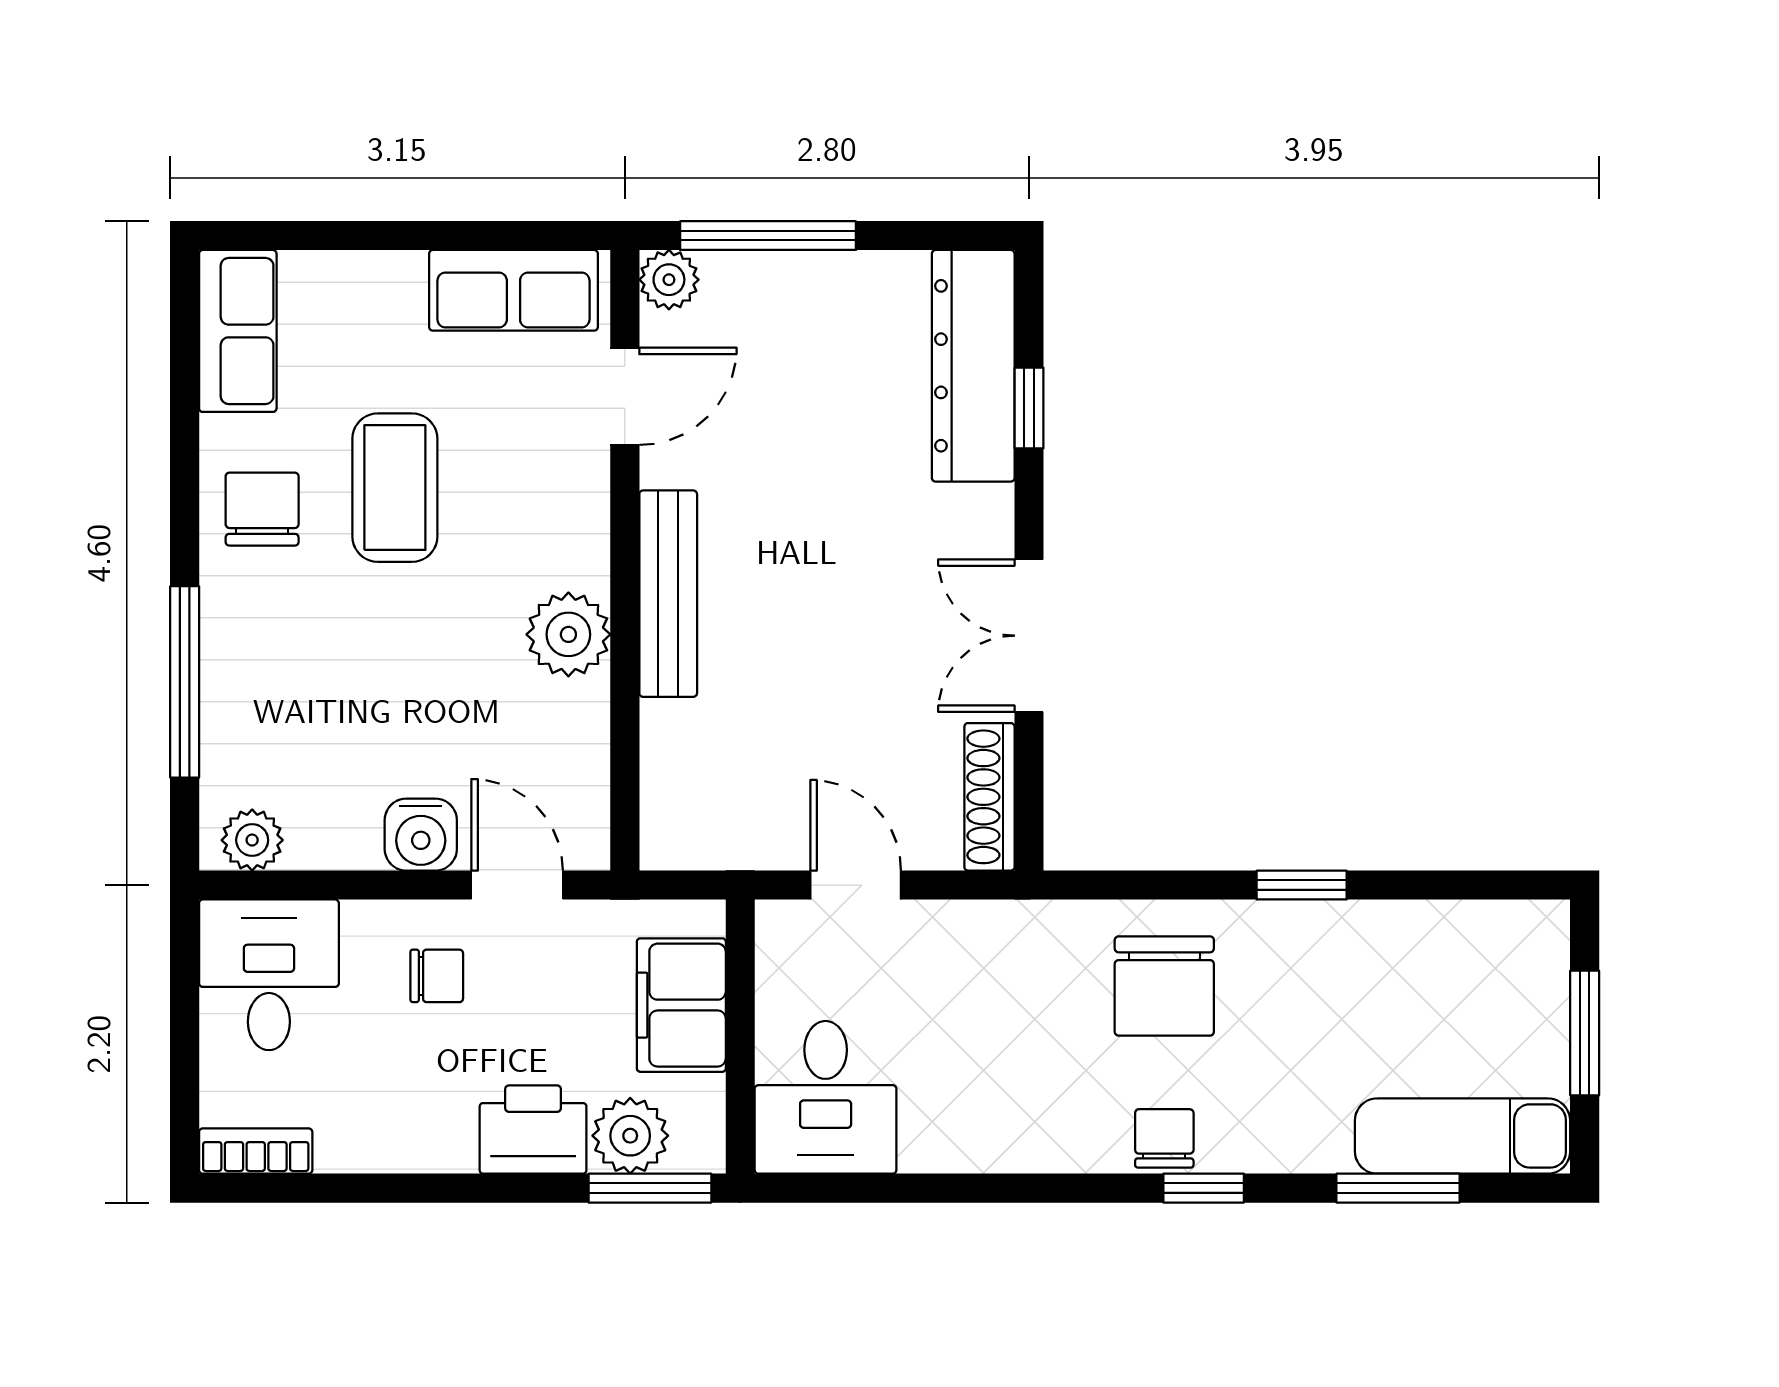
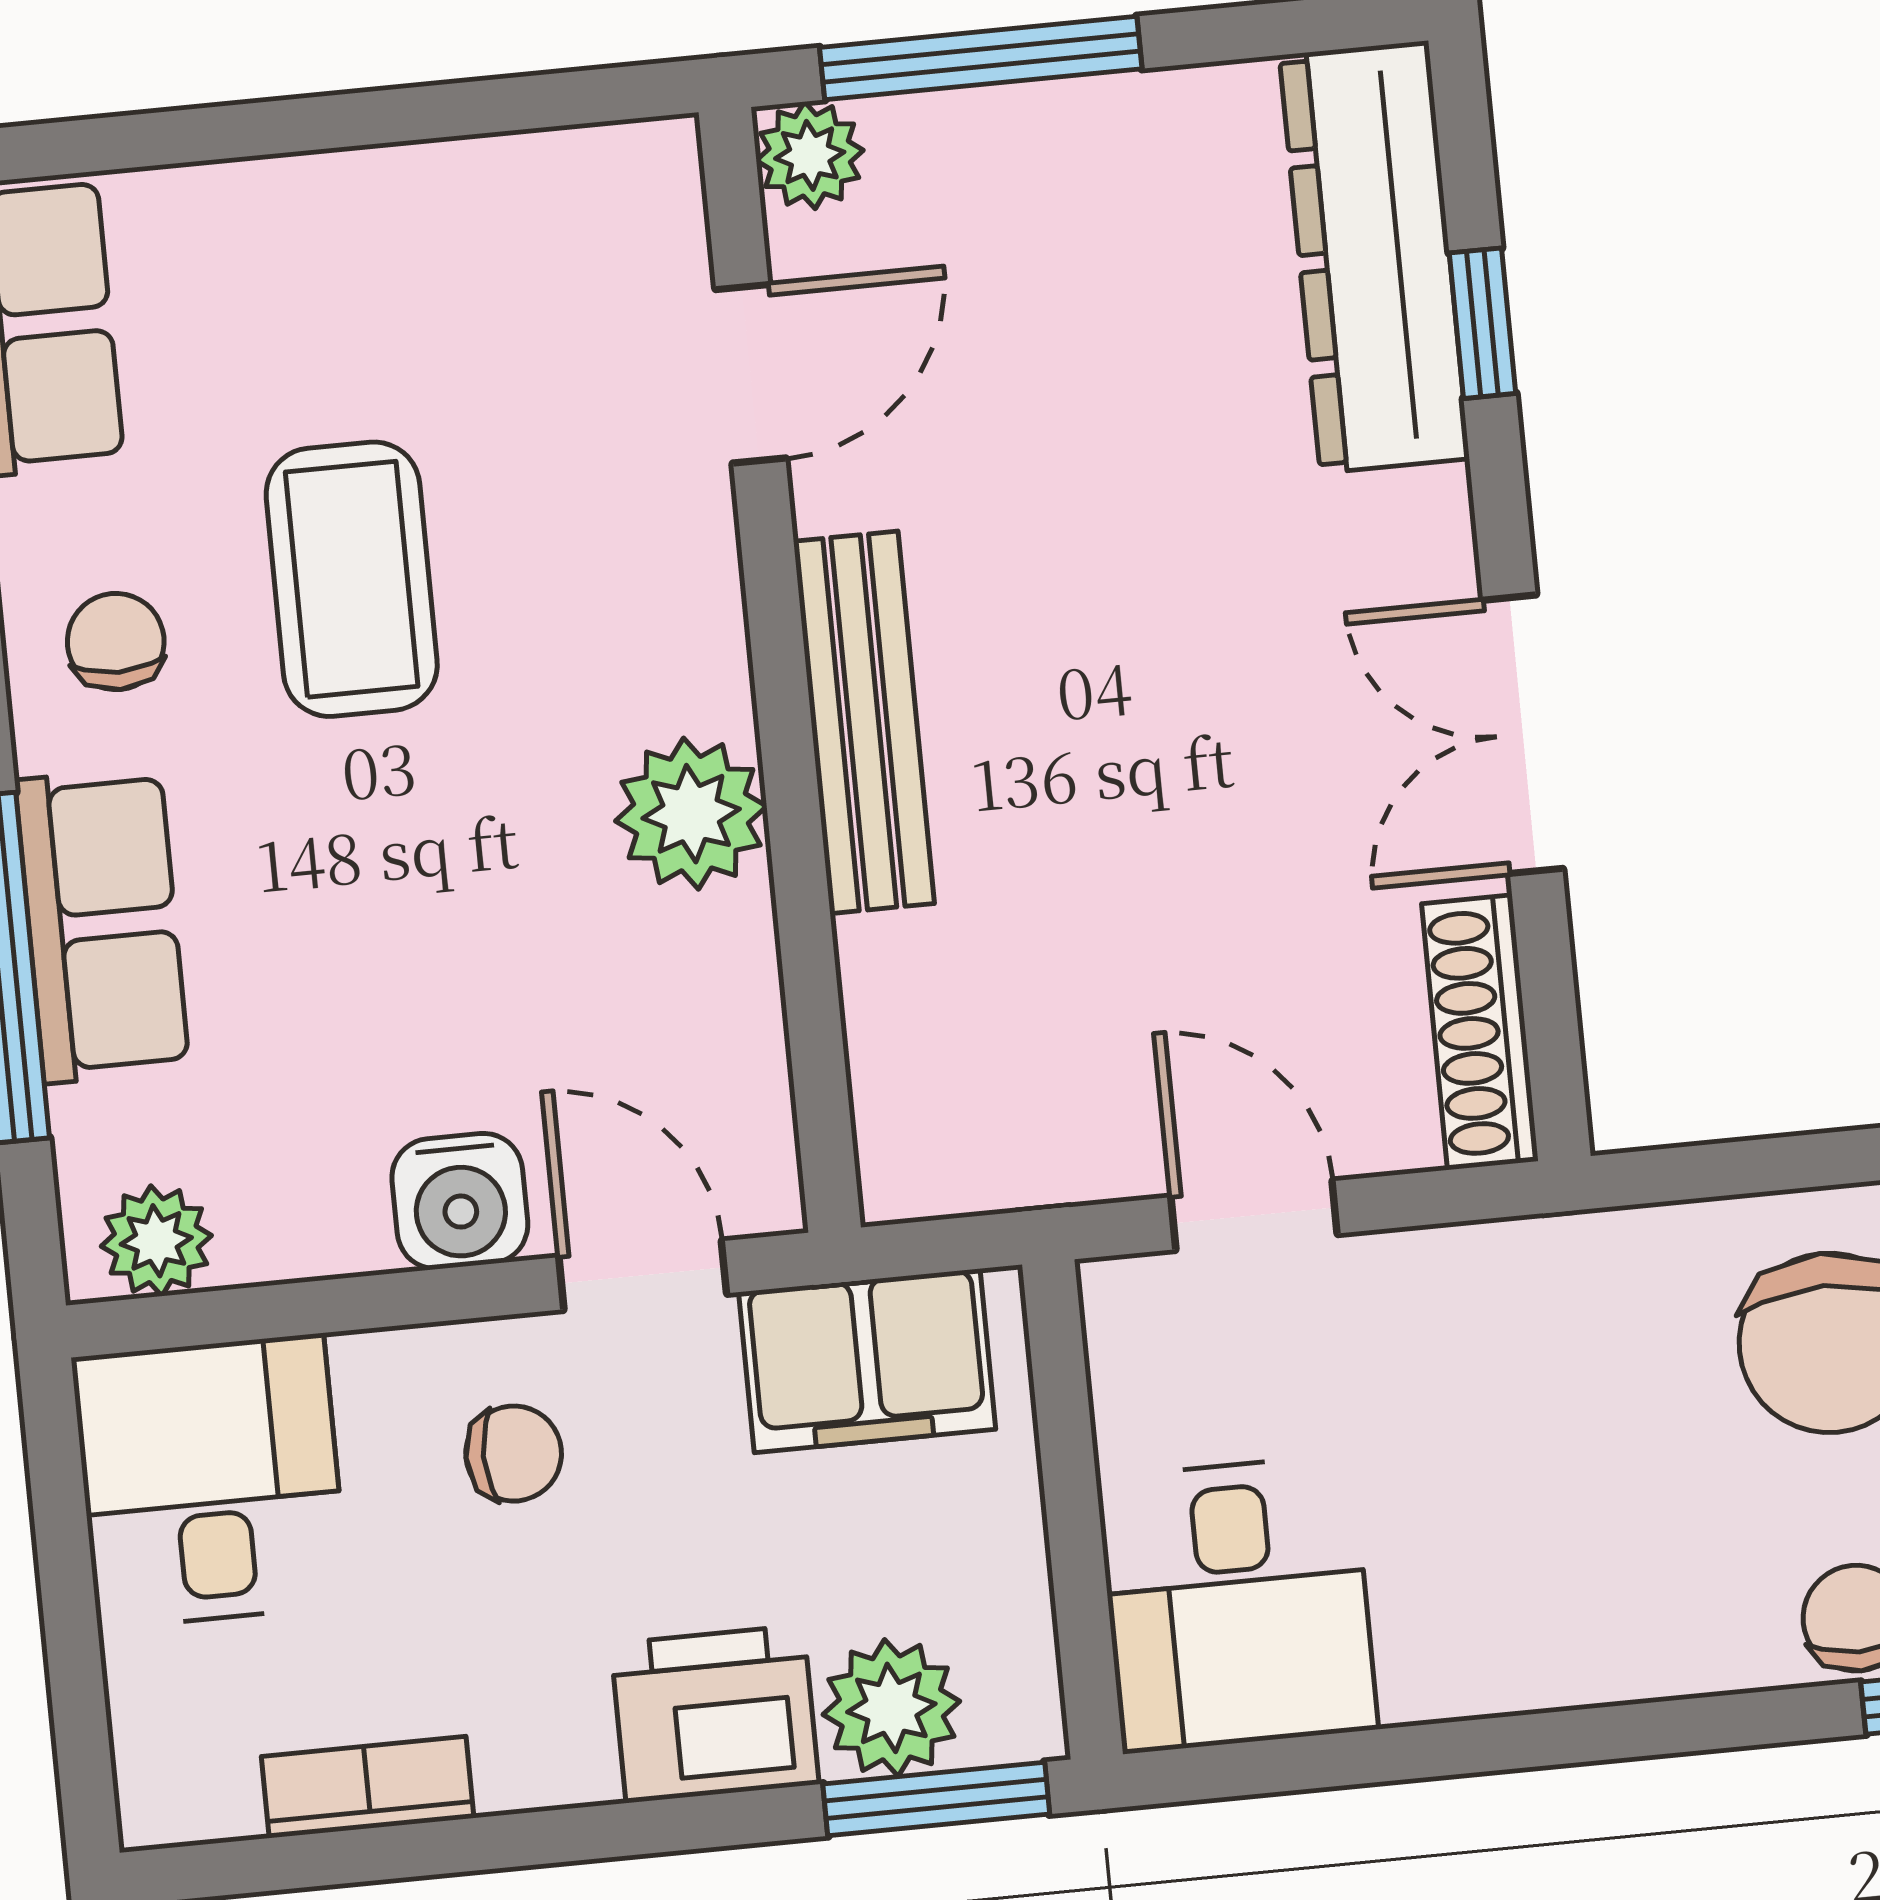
row of seats: (513, 290) -> (102, 925), moved, turned -90
chair: (262, 509) -> (116, 642), width x0.73, depth x0.73
filing cabinet: (681, 1005) -> (867, 1361), moved, turned -90
bookcase: (256, 1151) -> (368, 1787), moved

